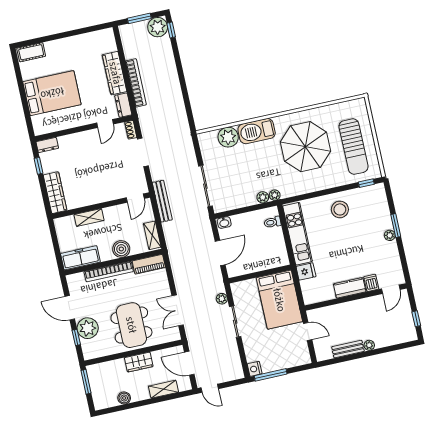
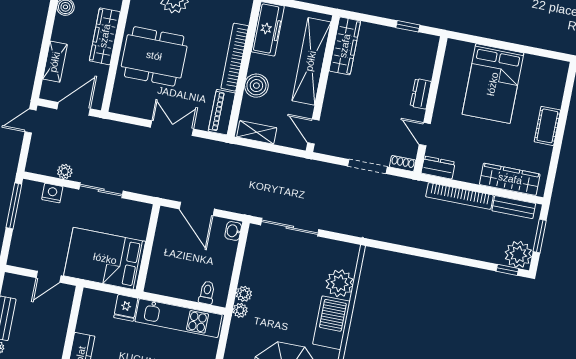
cot: (31, 52) -> (547, 126), moved
wardrobe: (115, 73) -> (510, 179), moved
dresser: (47, 145) -> (421, 94), moved
wardrobe: (55, 193) -> (345, 46), moved, turned -90
bench: (162, 201) -> (514, 207), moved, width x0.73
shelving: (89, 218) -> (311, 61), width x2.20, depth x1.33
plant: (222, 299) -> (65, 172), moved
double door: (178, 310) -> (172, 128), moved
wardrobe: (139, 362) -> (105, 36), width x1.50
nightstand: (255, 369) -> (52, 193), moved

